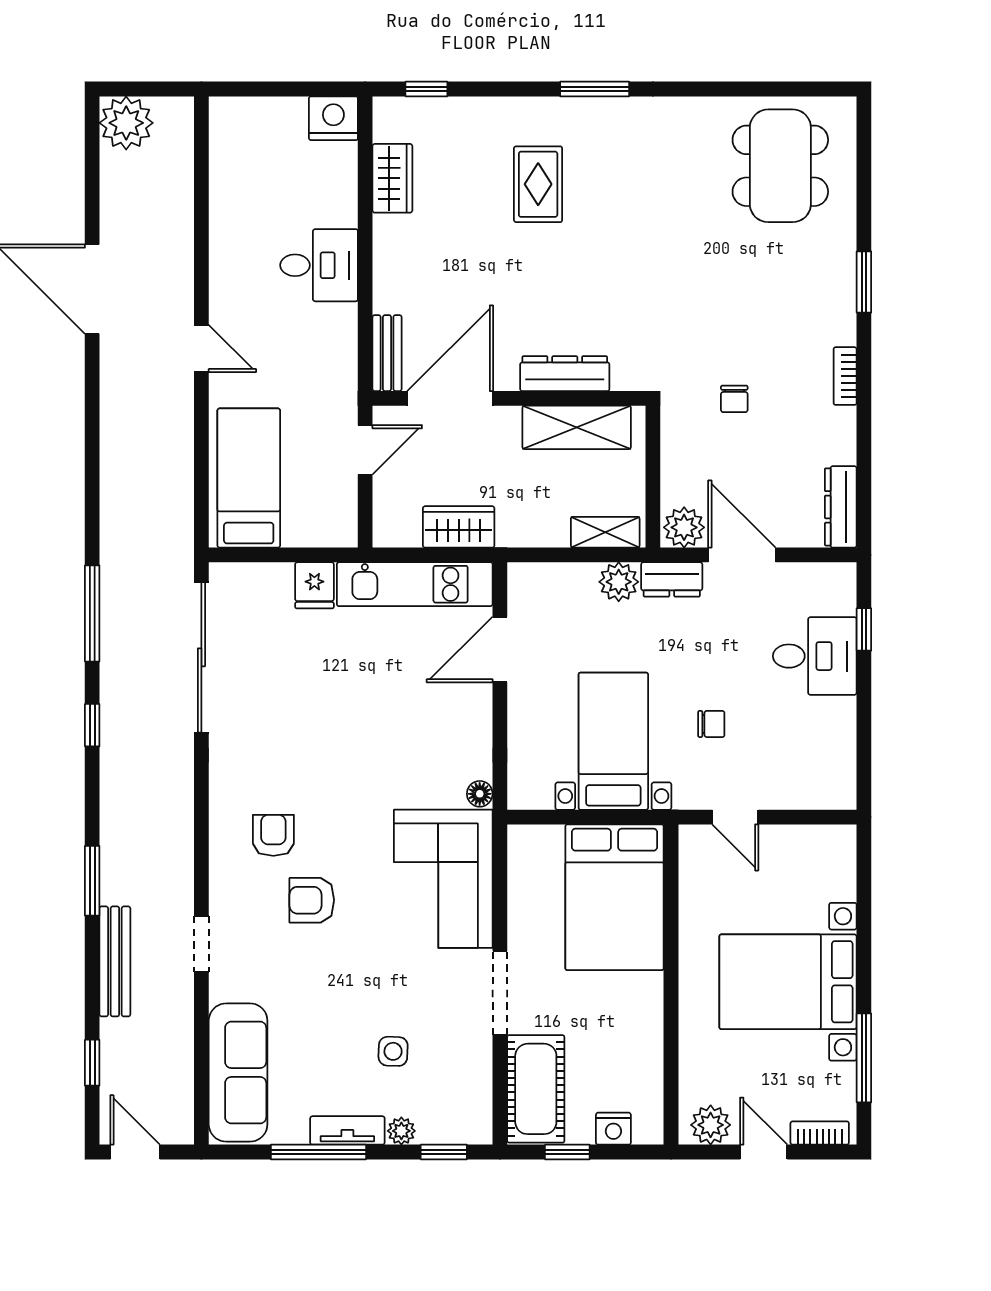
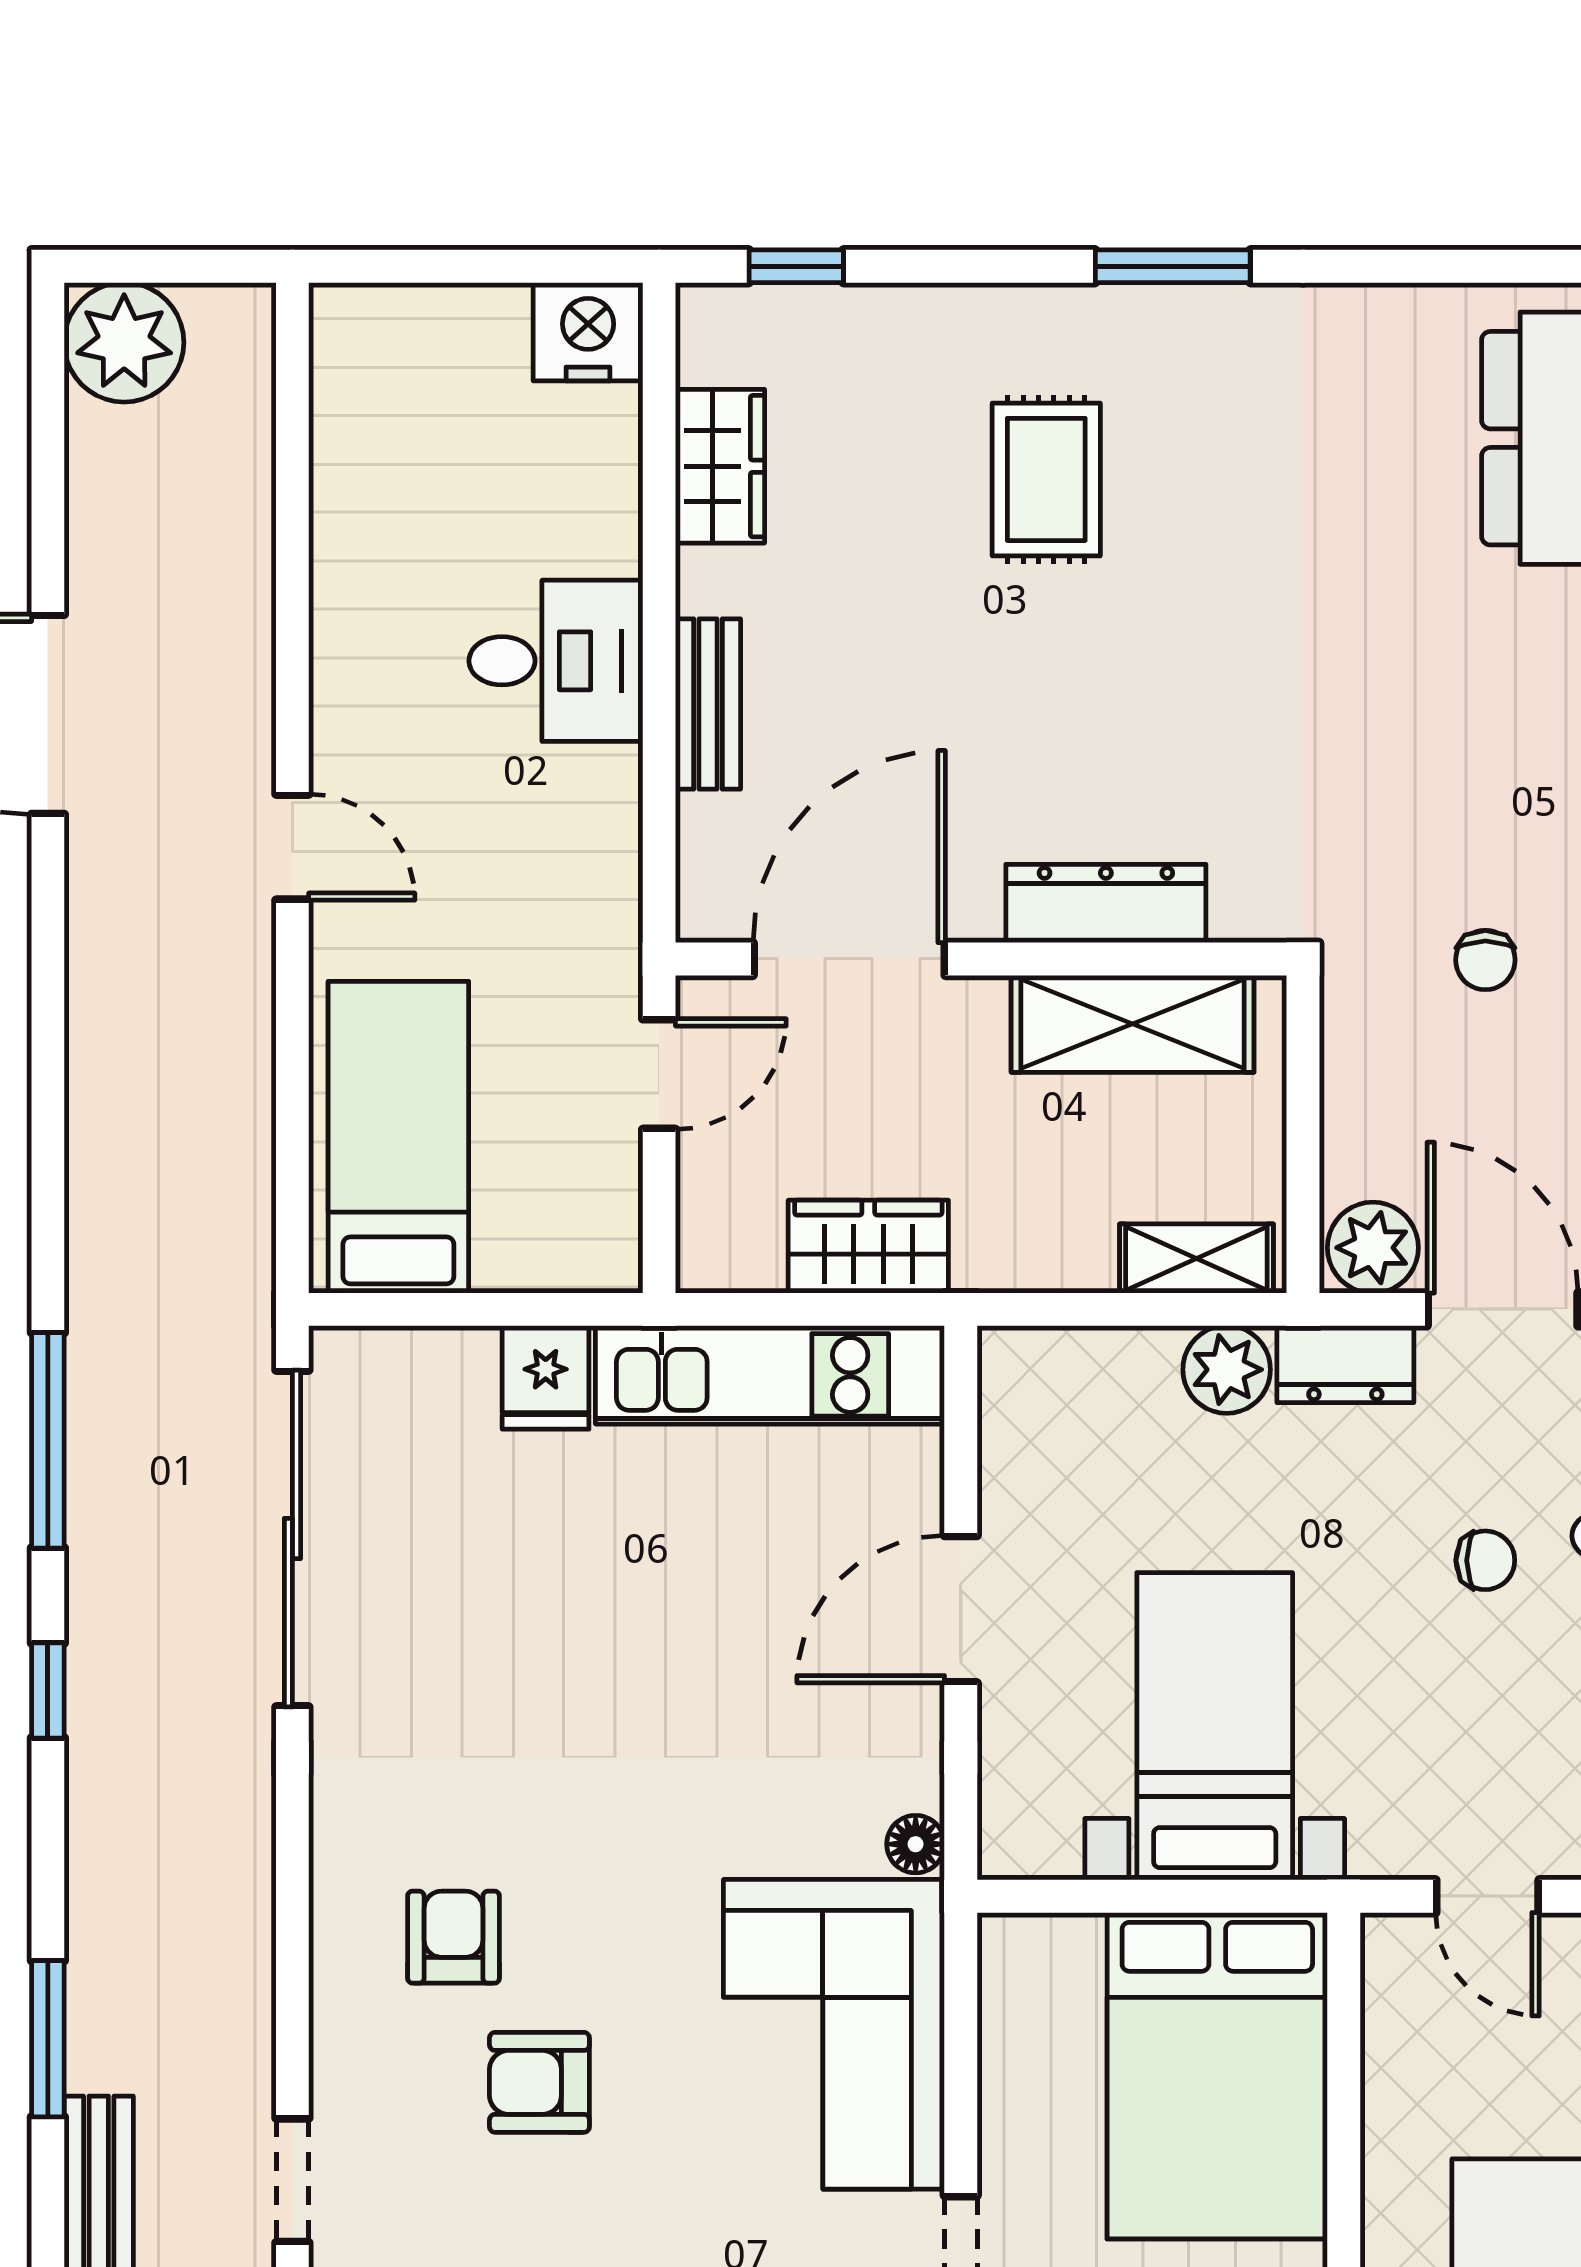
bench: (387, 353) -> (708, 704), moved
door: (500, 650) -> (961, 1609), moved
chair: (711, 724) -> (1485, 1560), moved

